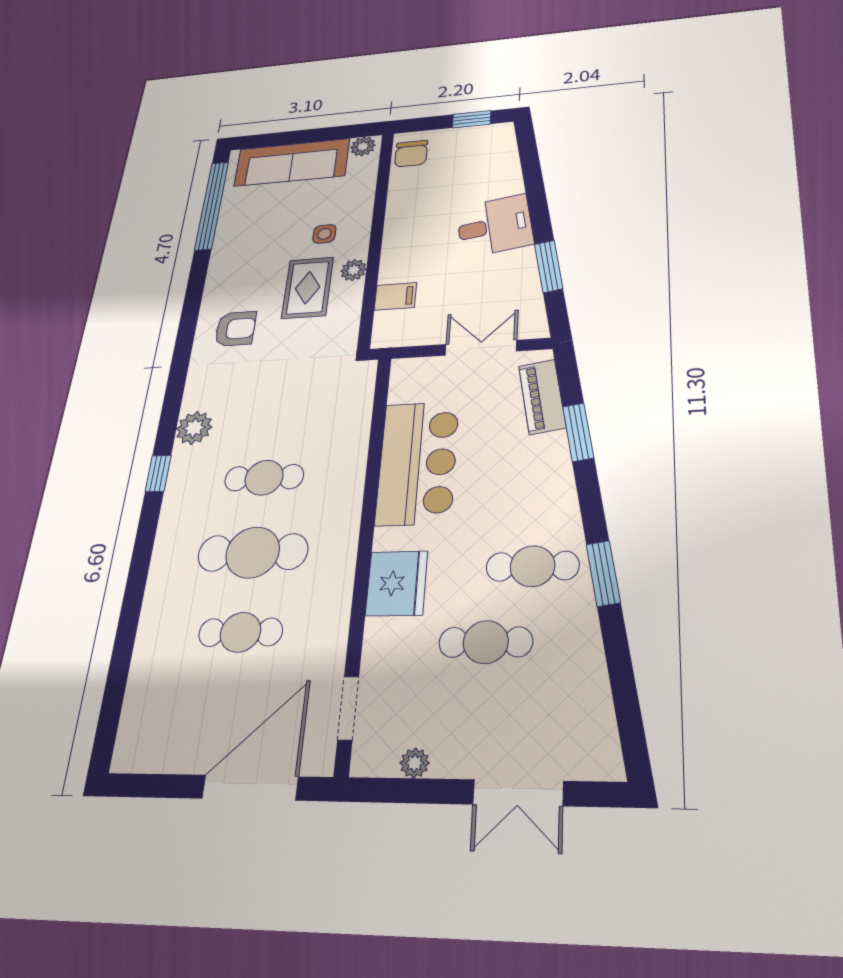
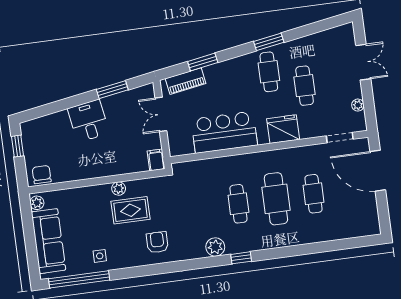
chair: (411, 154) -> (42, 175), turned -90
side table: (324, 234) -> (100, 256), moved
filing cabinet: (395, 296) -> (156, 160), moved

